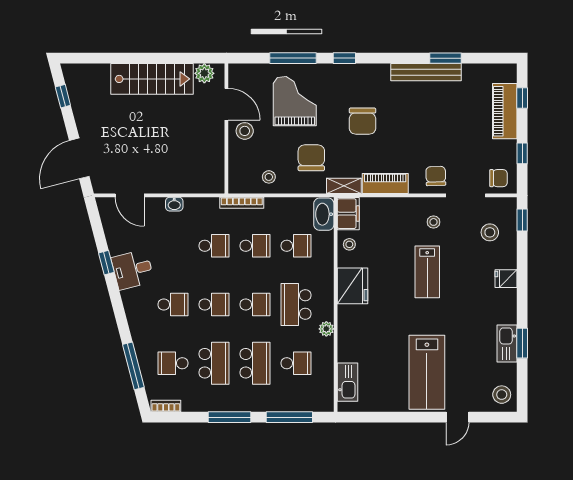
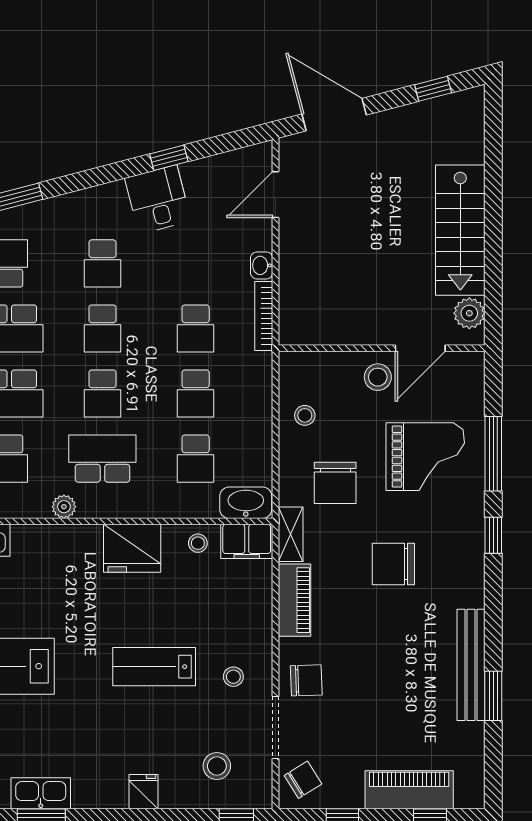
chair: (311, 158) -> (335, 483), turned 90
chair: (498, 178) -> (303, 780), turned -122
bookcase: (242, 203) -> (264, 316), moved

